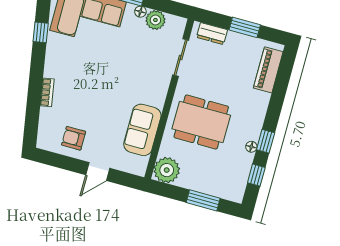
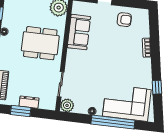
plant: (155, 20) -> (67, 105), moved
dresser: (212, 34) -> (29, 102), moved

